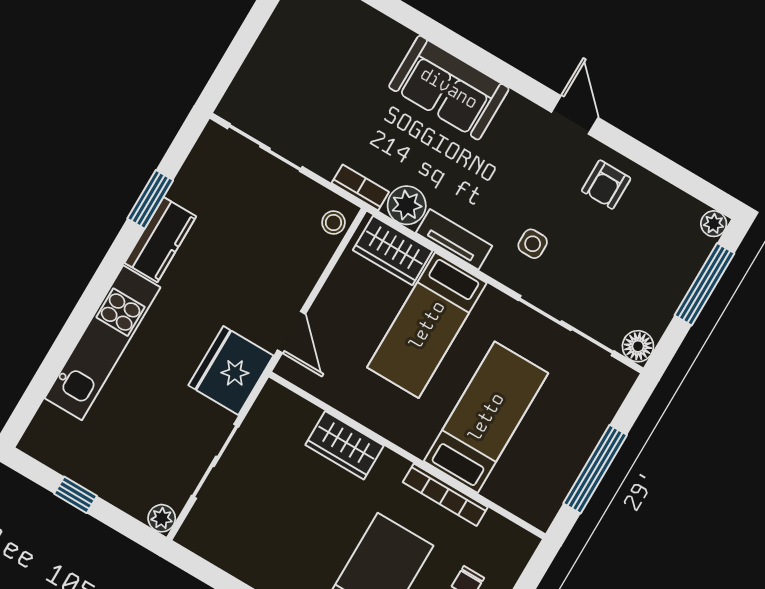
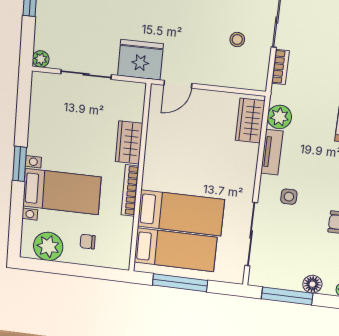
bookcase: (360, 187) -> (280, 67), moved
stool: (333, 223) -> (237, 40), moved
window: (704, 284) -> (287, 296), moved
bed: (427, 325) -> (175, 250), moved, turned 180
floor lamp: (638, 346) -> (312, 284), moved
bookcase: (445, 495) -> (130, 191), moved

